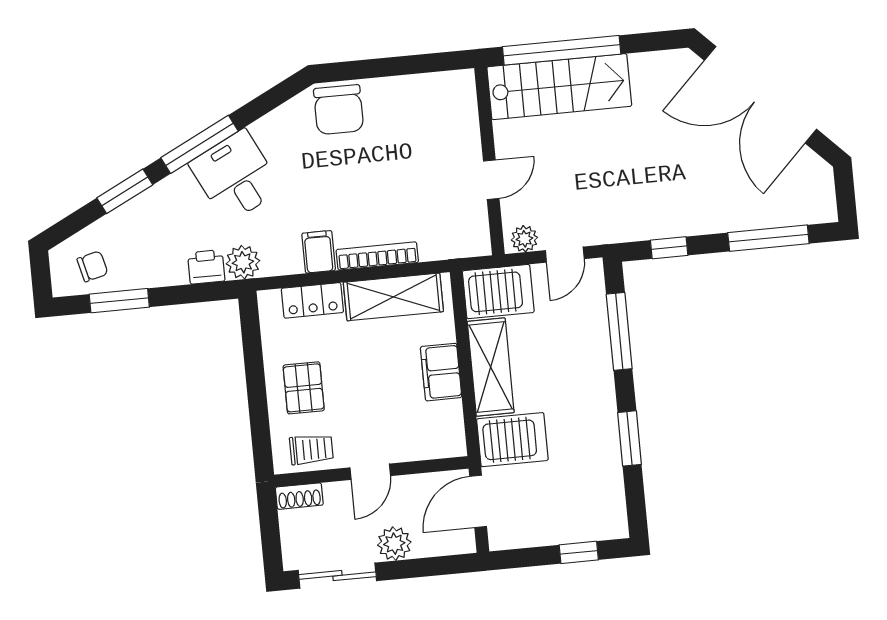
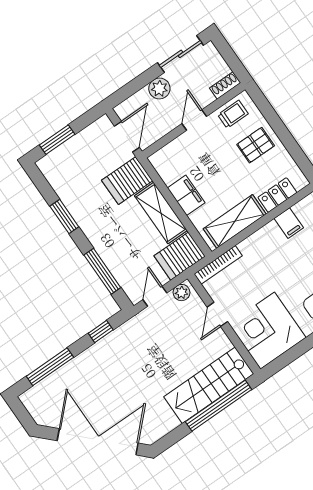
corner desk: (434, 117) -> (267, 331), added
bookcase: (377, 256) -> (218, 265), moved
pallet: (304, 388) -> (256, 145), turned 90
trolley: (311, 449) -> (233, 114), turned 180
window: (579, 552) -> (57, 140), width x1.50

